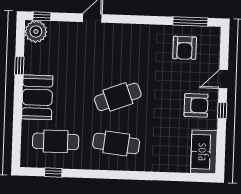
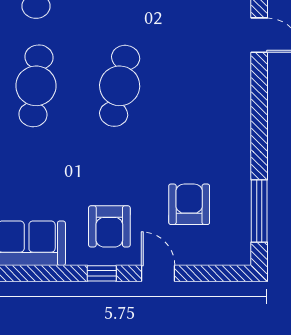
armchair: (185, 48) -> (189, 204), moved, turned 90
cafe table: (118, 97) -> (120, 86), turned 33

